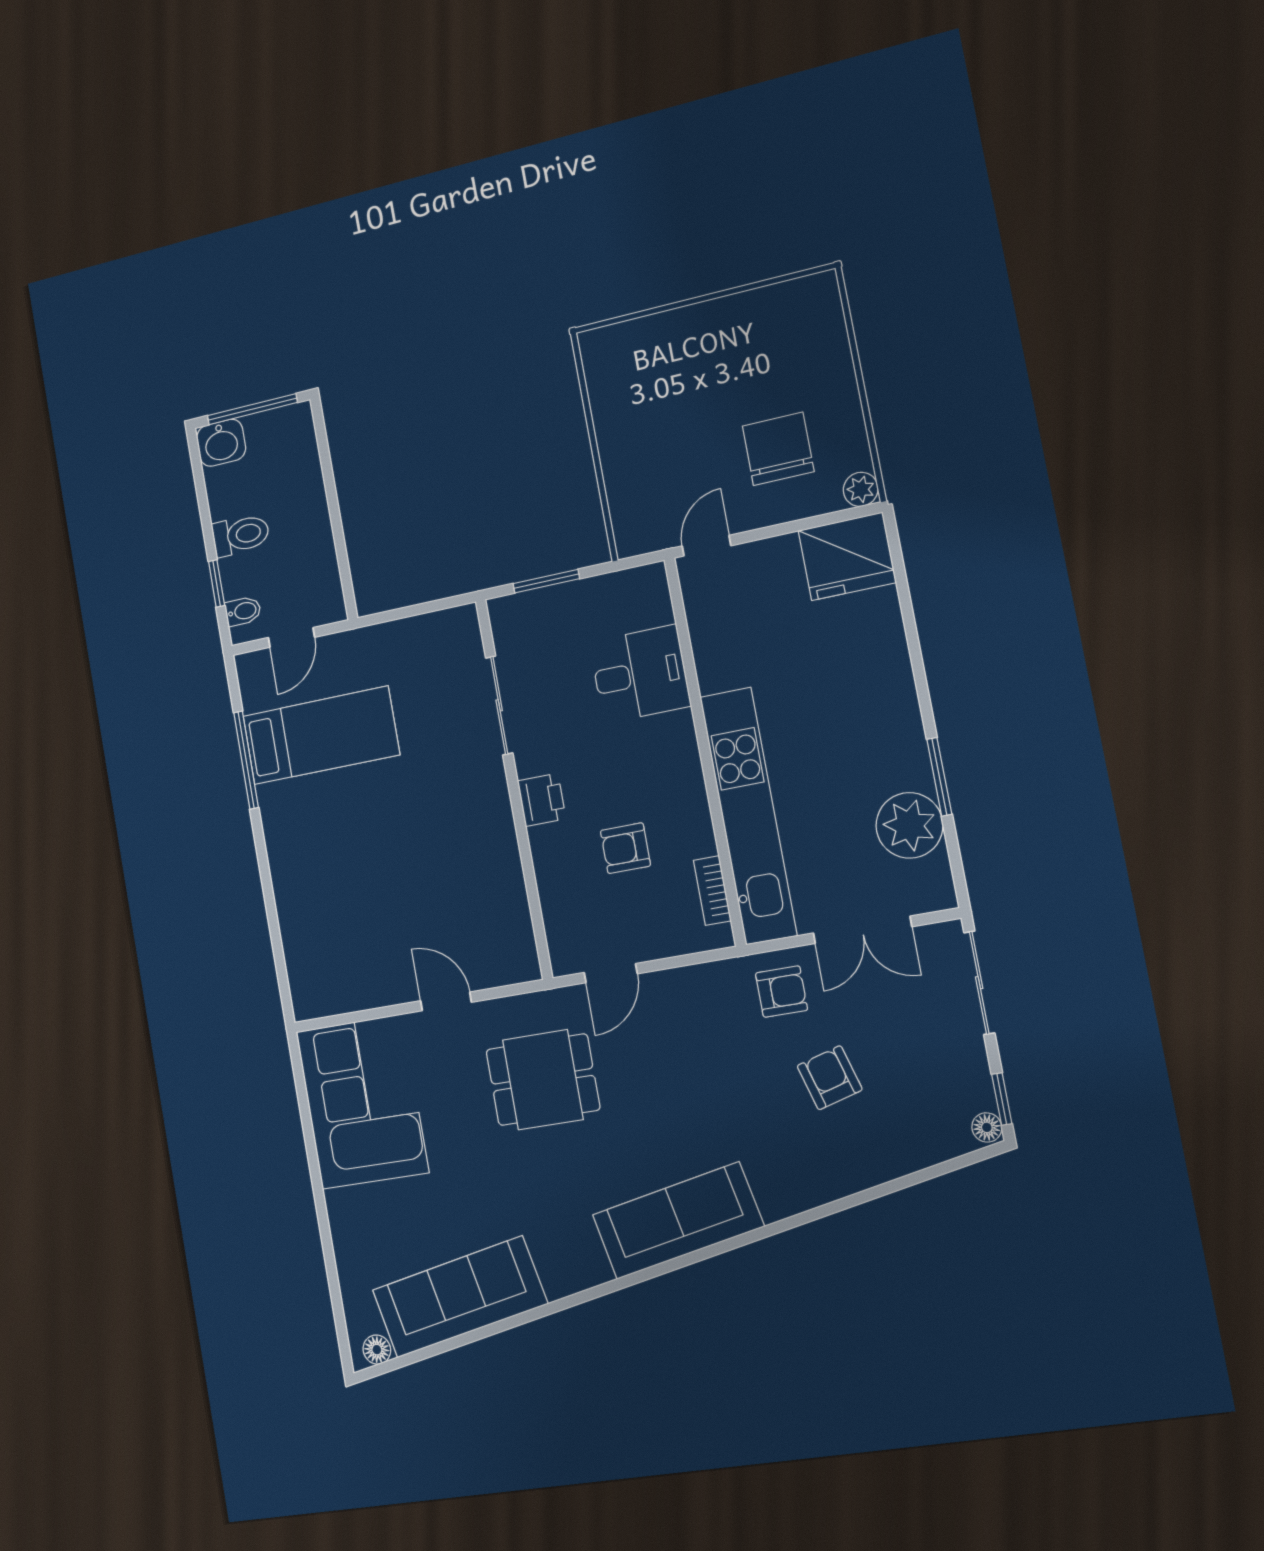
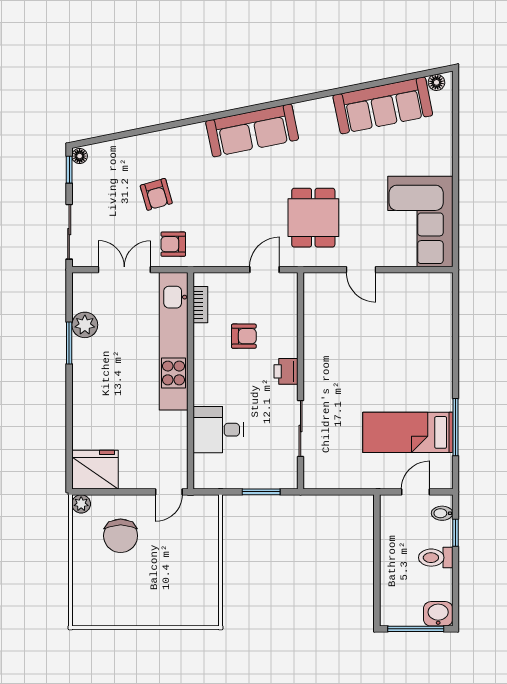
plant: (909, 825) -> (85, 325), width x0.73, depth x0.73
dining table: (543, 1080) -> (313, 218), turned 90

